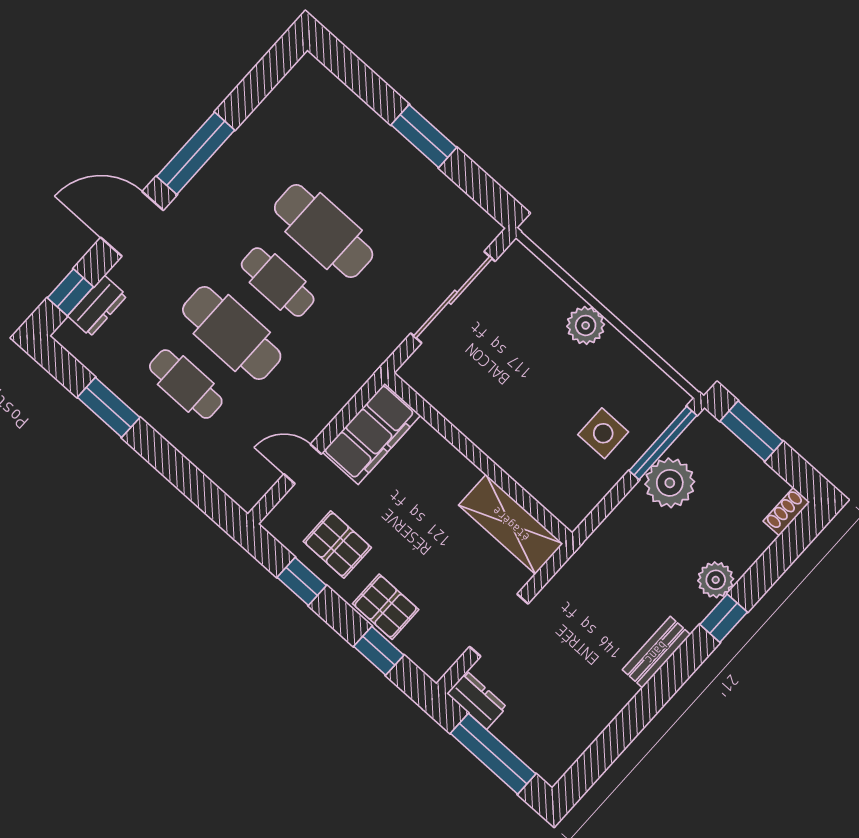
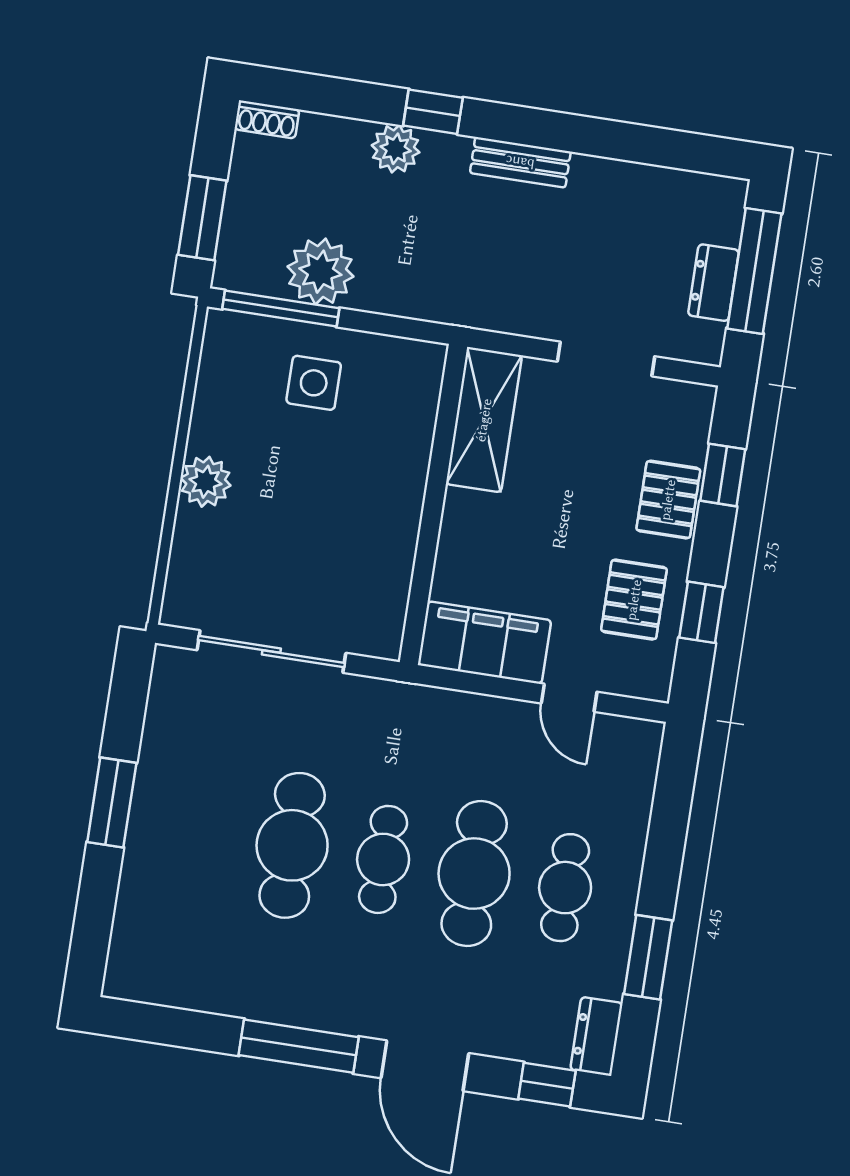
dresser: (97, 306) -> (596, 1036), moved, turned -90
dresser: (477, 700) -> (714, 283), moved

